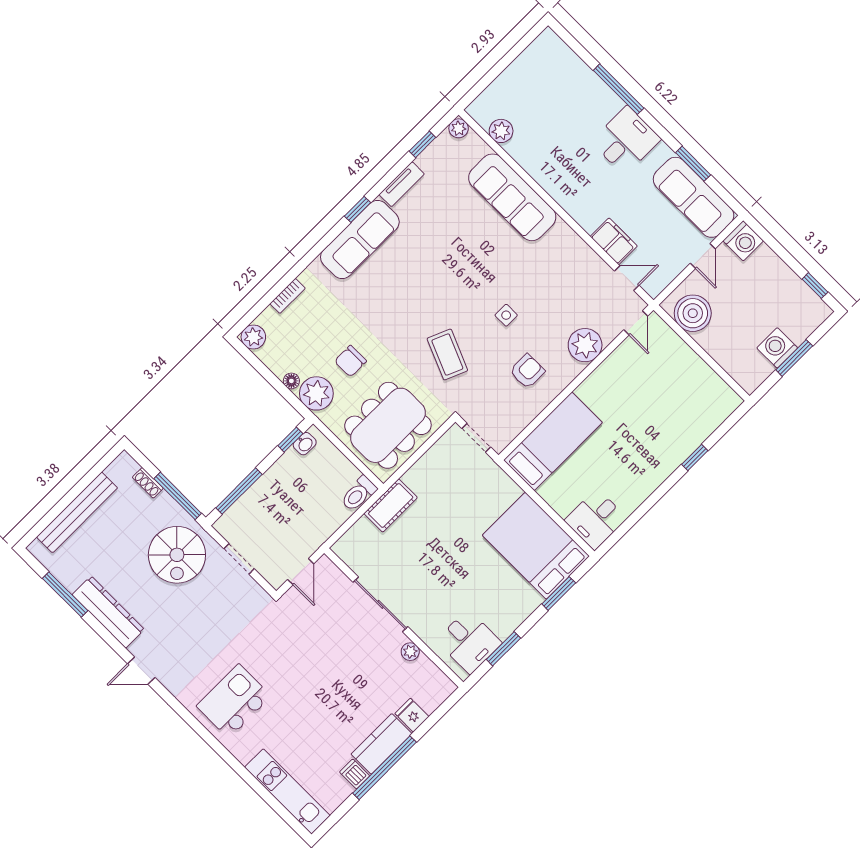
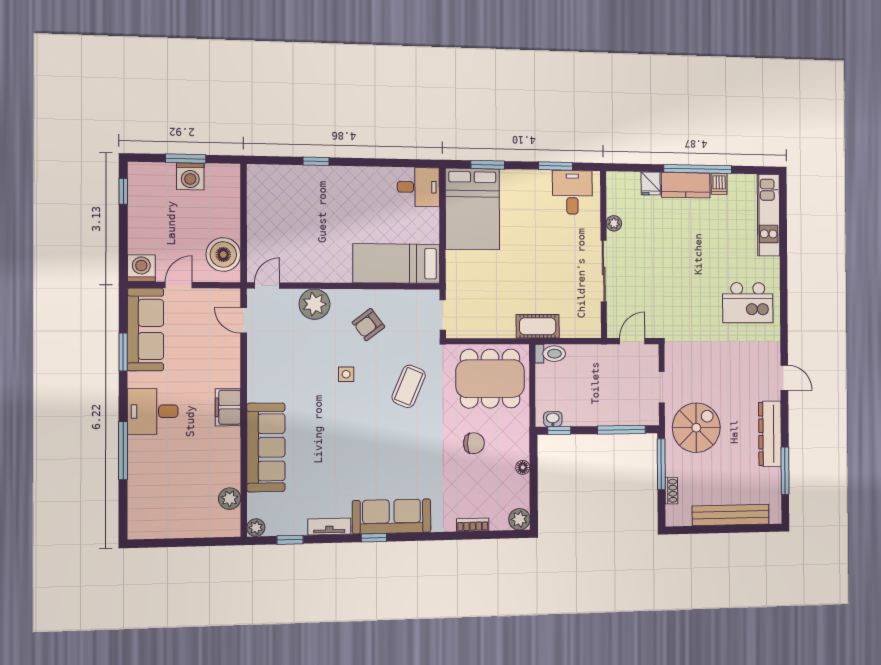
filing cabinet: (614, 241) -> (228, 407), moved
armchair: (527, 371) -> (368, 325), turned -37
plant: (316, 393) -> (515, 444), removed

